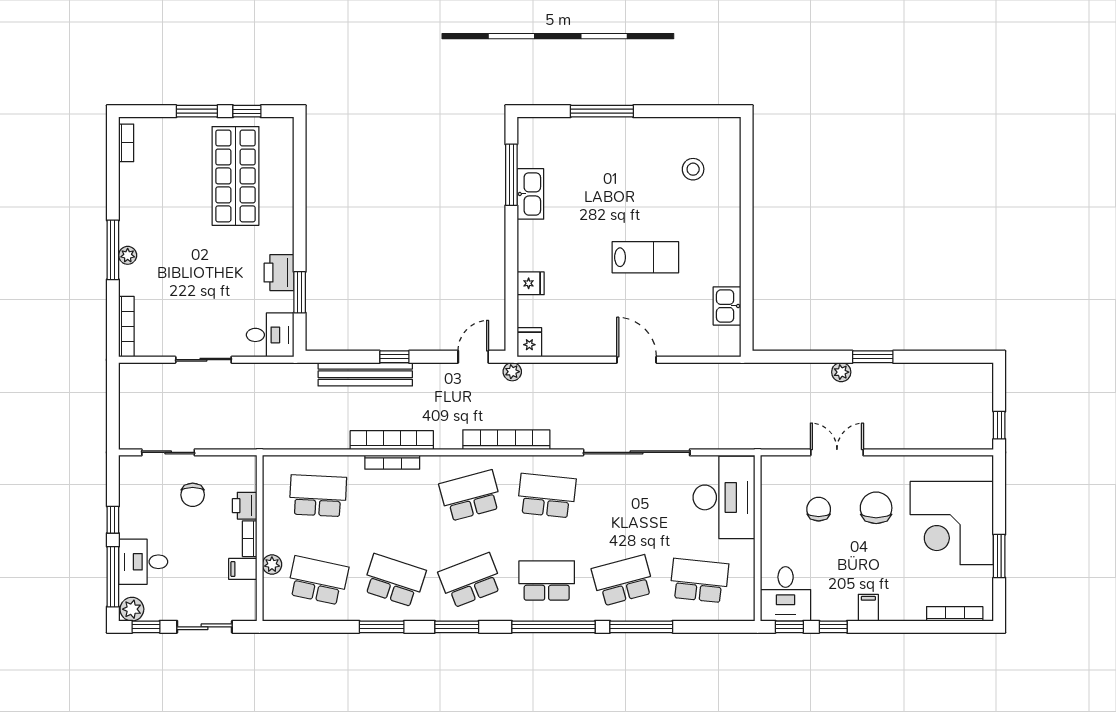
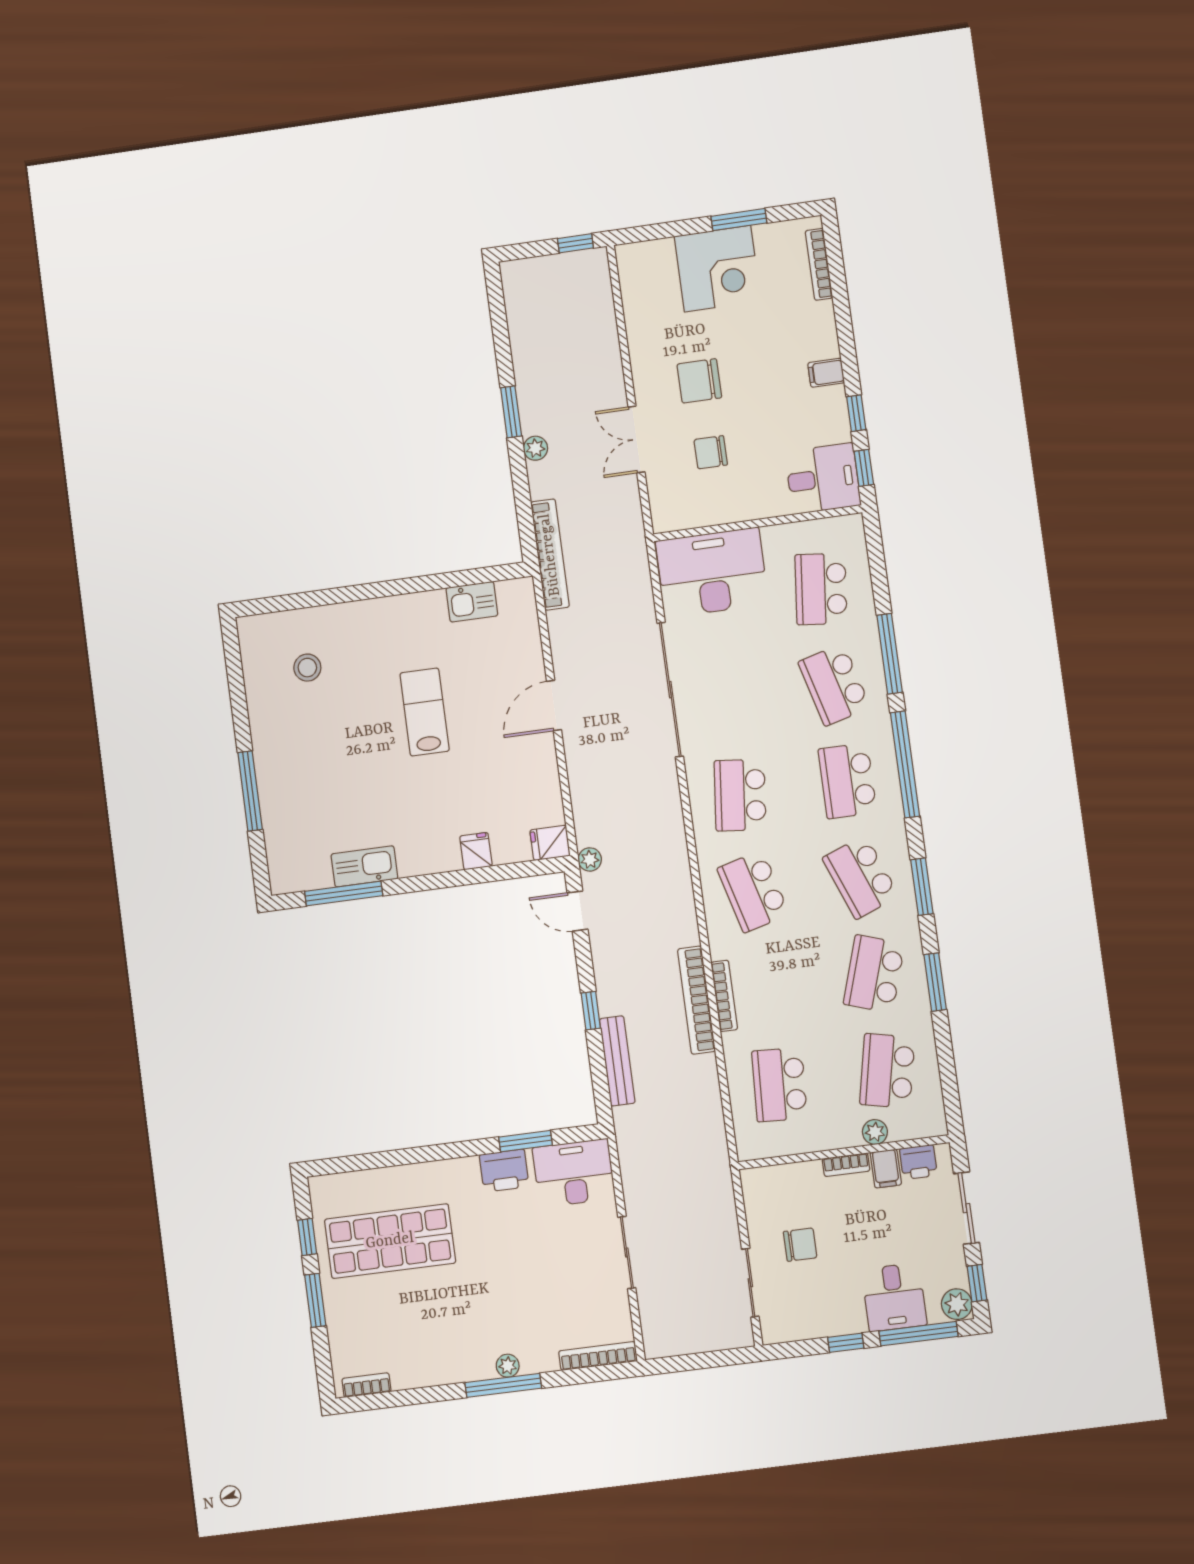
desk: (270, 335) -> (574, 1173), width x1.37
bench: (365, 374) -> (617, 1061), width x0.73, depth x0.82
bookcase: (506, 440) -> (550, 555), moved, turned 180
printer: (245, 506) -> (918, 1162), moved
corner desk: (952, 523) -> (717, 269), width x0.74, depth x0.74

